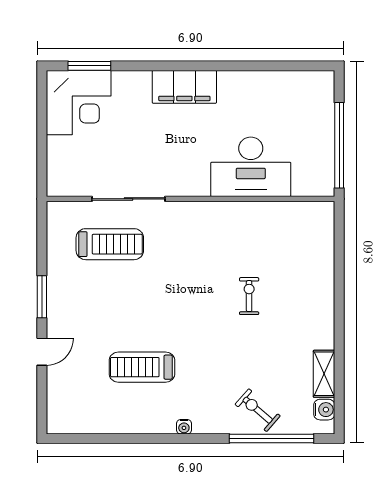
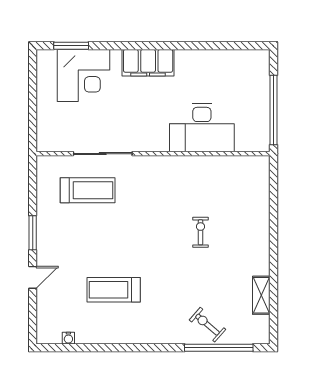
corner desk: (79, 103) -> (83, 75), moved
water cooler: (324, 410) -> (261, 324), removed
water cooler: (184, 427) -> (68, 338), moved

